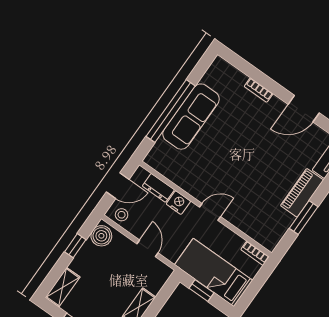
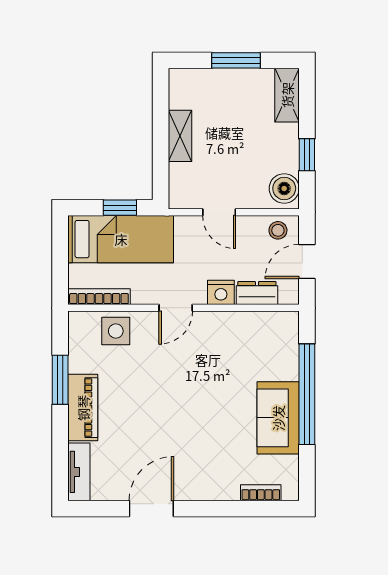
bookcase: (259, 90) -> (261, 493), moved
sofa: (191, 117) -> (278, 418), width x0.73
side table: (253, 223) -> (116, 331), added
bookcase: (255, 253) -> (99, 297), width x1.56

